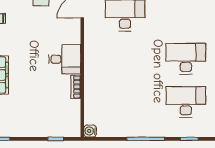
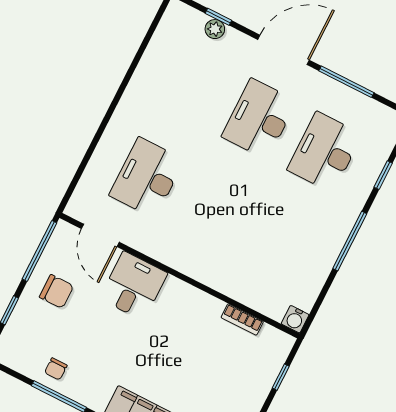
desk: (65, 59) -> (133, 286), moved
bookcase: (76, 87) -> (242, 320), moved

